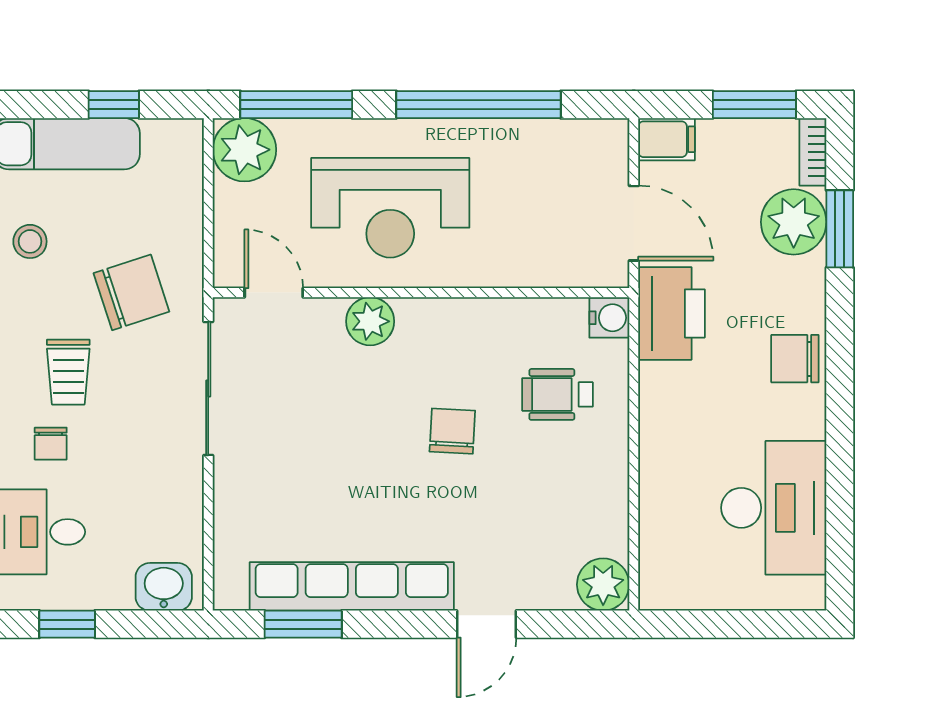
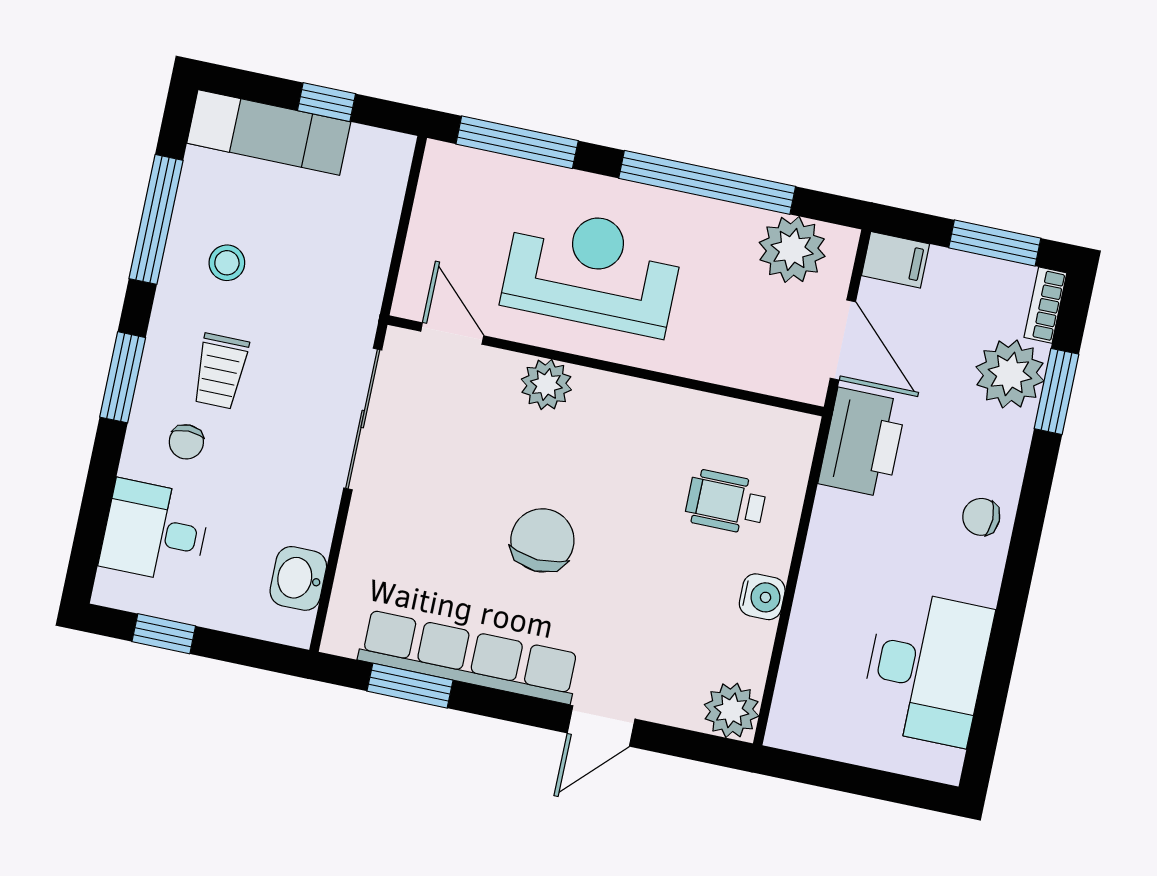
plant: (244, 150) -> (792, 249), moved
reception desk: (390, 208) -> (592, 271), turned 180
stool: (30, 241) -> (227, 263), moved
chair: (131, 292) -> (304, 302), removed
water cooler: (609, 318) -> (762, 597), moved
chair: (795, 359) -> (981, 517), width x0.73, depth x0.73
chair: (452, 431) -> (542, 540), moved, width x1.37, depth x1.37
washbasin: (164, 587) -> (298, 578), moved, turned -90

